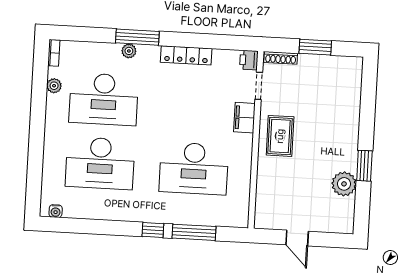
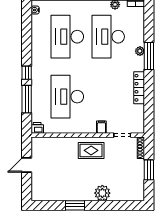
printer: (249, 60) -> (37, 128), moved
filing cabinet: (244, 118) -> (101, 127), width x0.50
plant: (344, 184) -> (102, 193), moved

